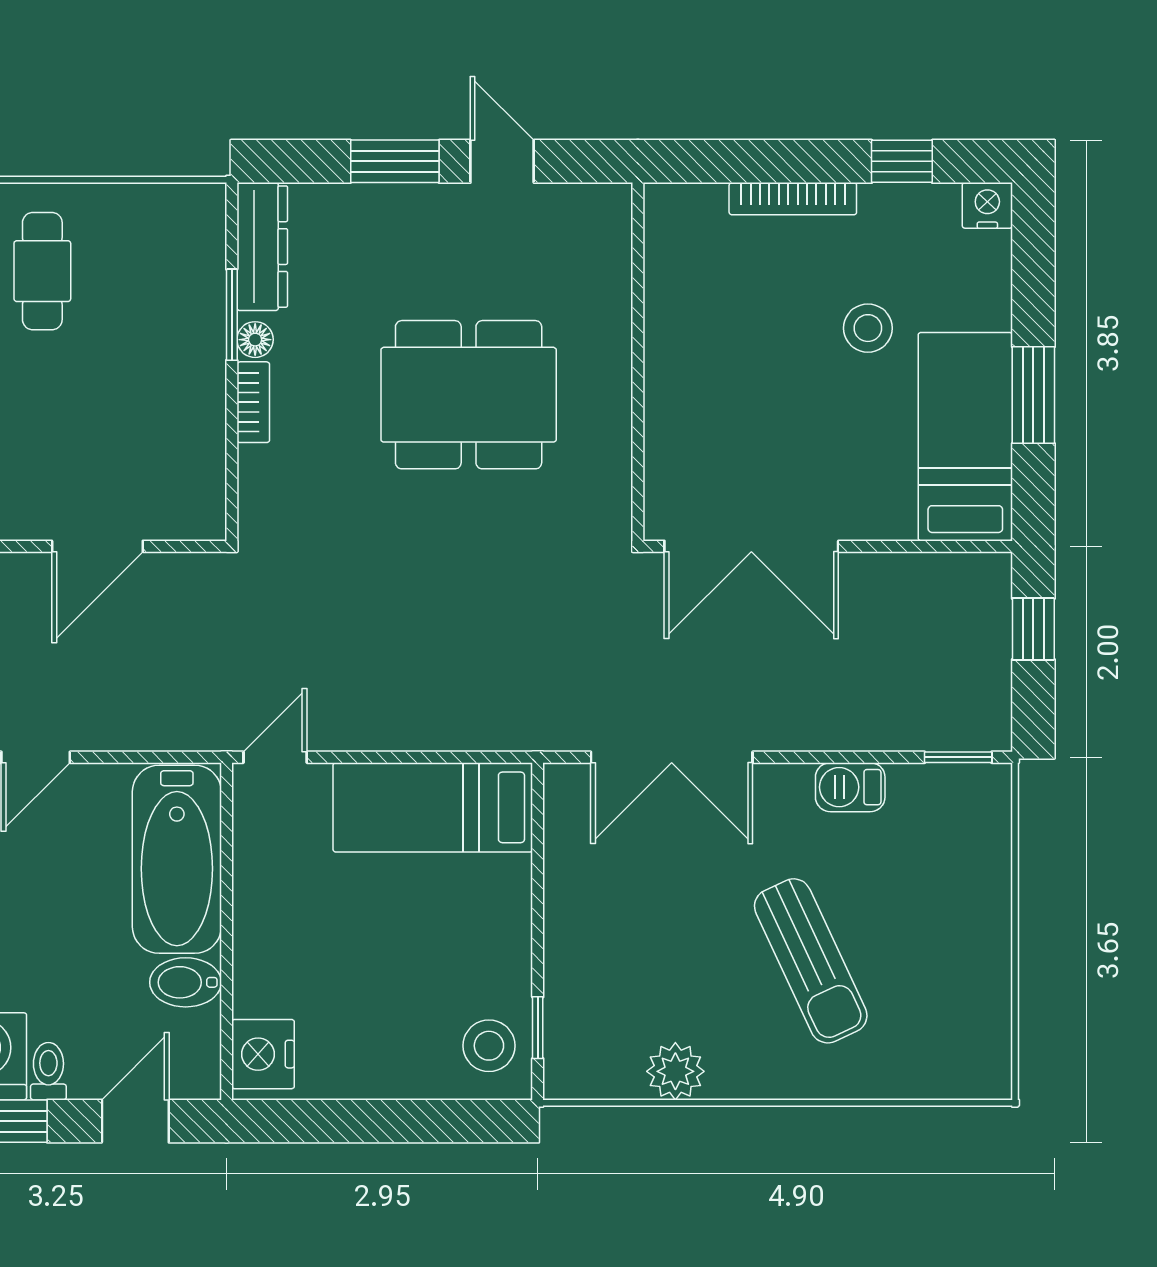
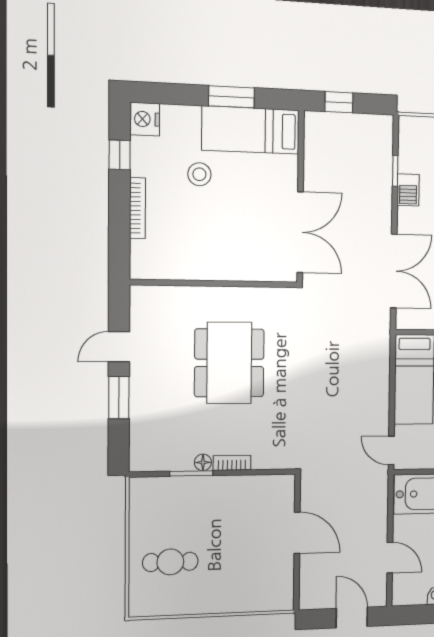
nightstand: (987, 205) -> (145, 119), width x1.36, depth x1.33
dresser: (262, 247) -> (159, 460), removed
window: (958, 757) -> (395, 171), moved

